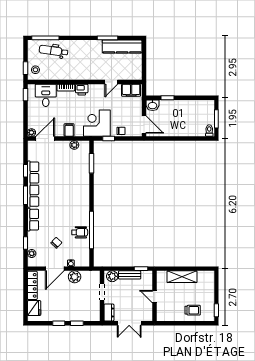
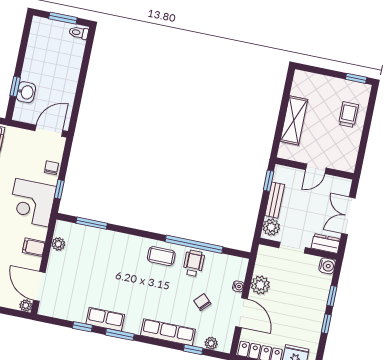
washbasin: (153, 105) -> (26, 92), moved
row of seats: (33, 184) -> (105, 319), width x0.50
coffee table: (80, 211) -> (161, 256), added
row of seats: (33, 220) -> (168, 332), width x1.48
water cooler: (95, 316) -> (327, 266), added
double door: (129, 323) -> (348, 216), swing flipped

